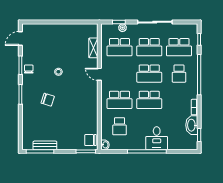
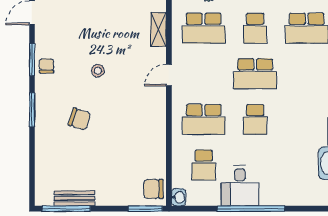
school desk: (149, 47) -> (255, 28), width x0.54
door: (99, 74) -> (169, 75), hinge flipped
school desk: (179, 74) -> (307, 74), removed
school desk: (149, 100) -> (255, 119), width x0.54
desk: (157, 138) -> (240, 186), moved

